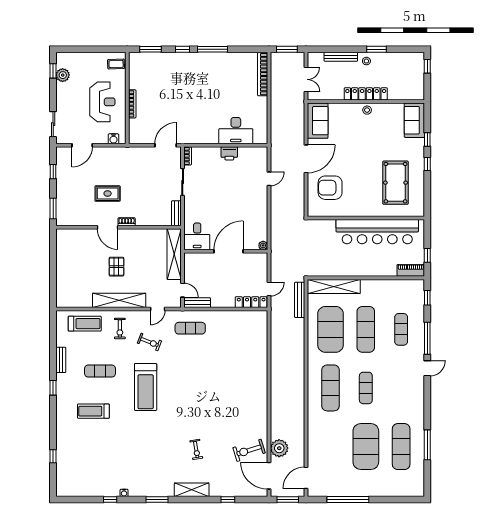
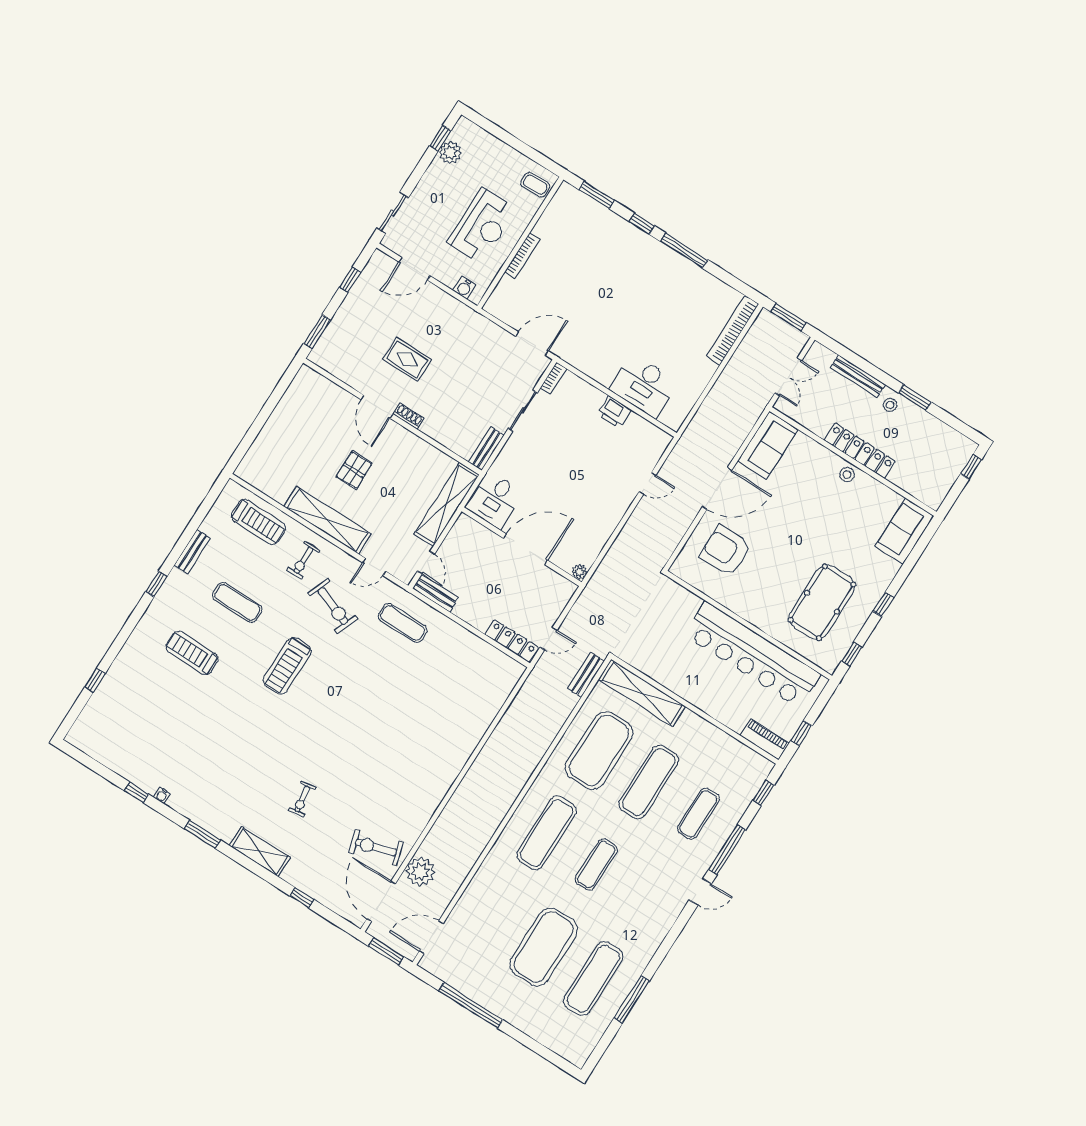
window: (427, 139) -> (852, 654), moved
bench: (300, 300) -> (586, 675), width x0.73
exercise bike: (149, 342) -> (333, 606), width x1.38, depth x1.39
treadmill: (146, 387) -> (287, 666), width x0.73, depth x0.73

